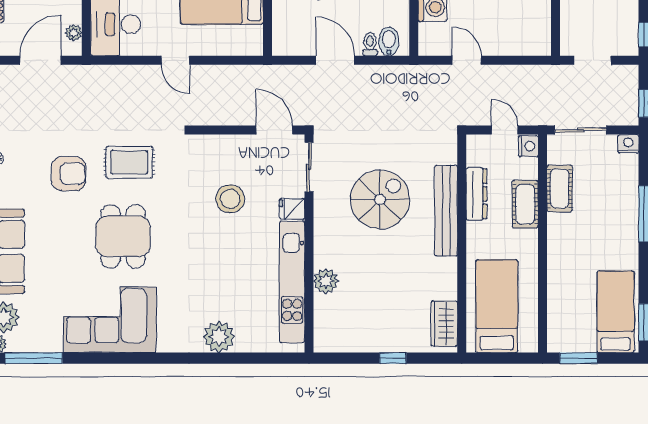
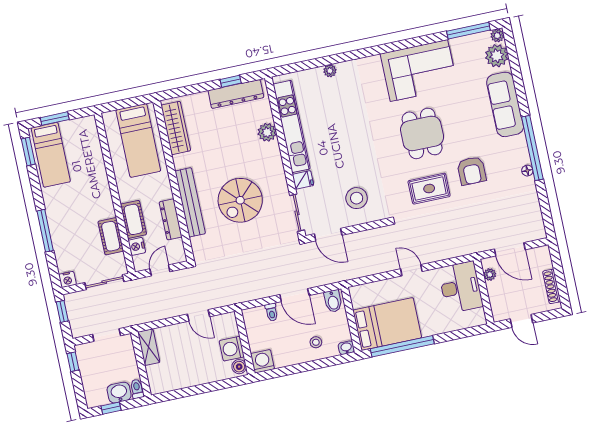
shelving: (541, 33) -> (149, 347), added
bidet: (389, 41) -> (333, 301), moved
door: (40, 60) -> (510, 249), hinge flipped
door: (505, 130) -> (160, 270), swing flipped
nightstand: (528, 146) -> (137, 246), moved
armchair: (69, 174) -> (472, 171), turned -90
stool: (230, 199) -> (357, 198), moved
wardrobe: (444, 324) -> (176, 128), width x1.50
plant: (219, 337) -> (330, 71), width x0.53, depth x0.53
dresser: (356, 340) -> (236, 94), added
window: (393, 358) -> (231, 81), moved
window: (579, 358) -> (55, 119), moved

